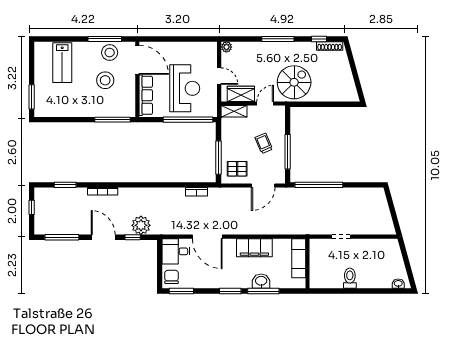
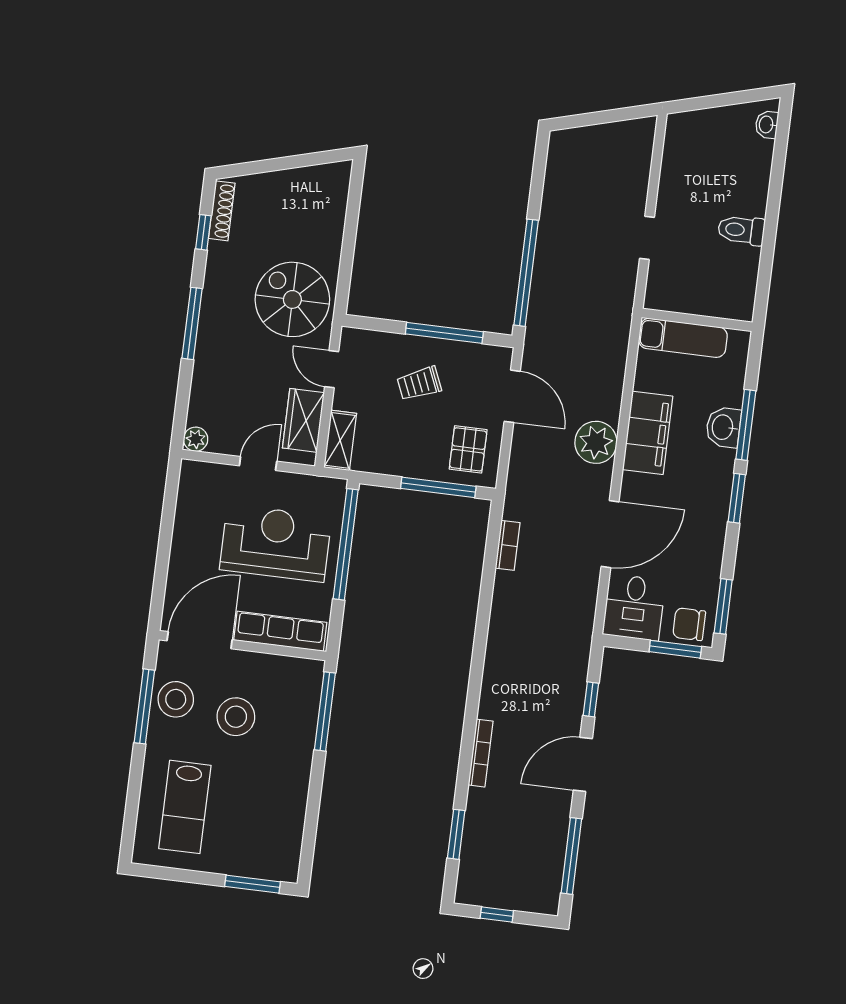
lab bench: (62, 63) -> (185, 807), turned 90
plant: (141, 225) -> (596, 442), moved
window: (160, 272) -> (675, 649), added

